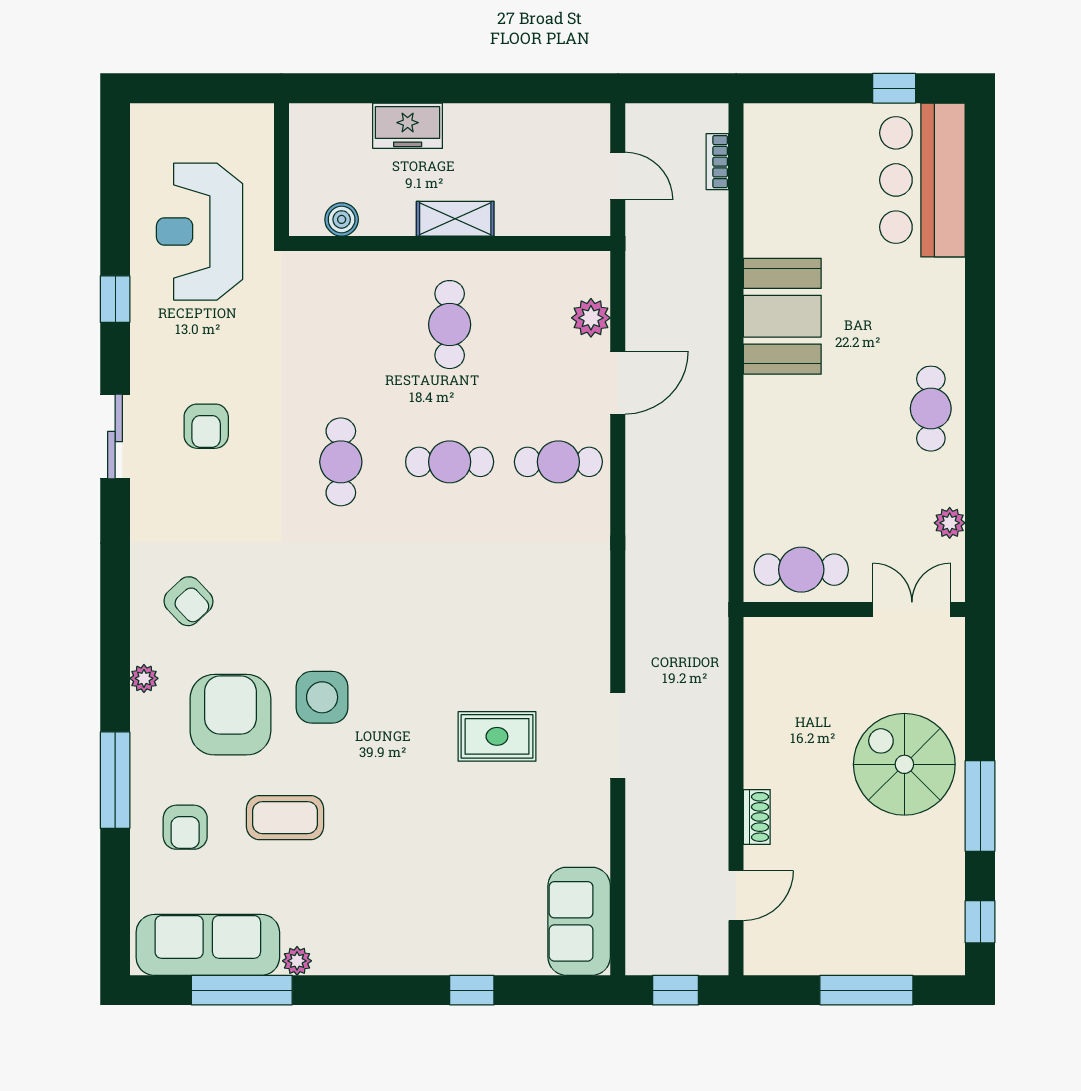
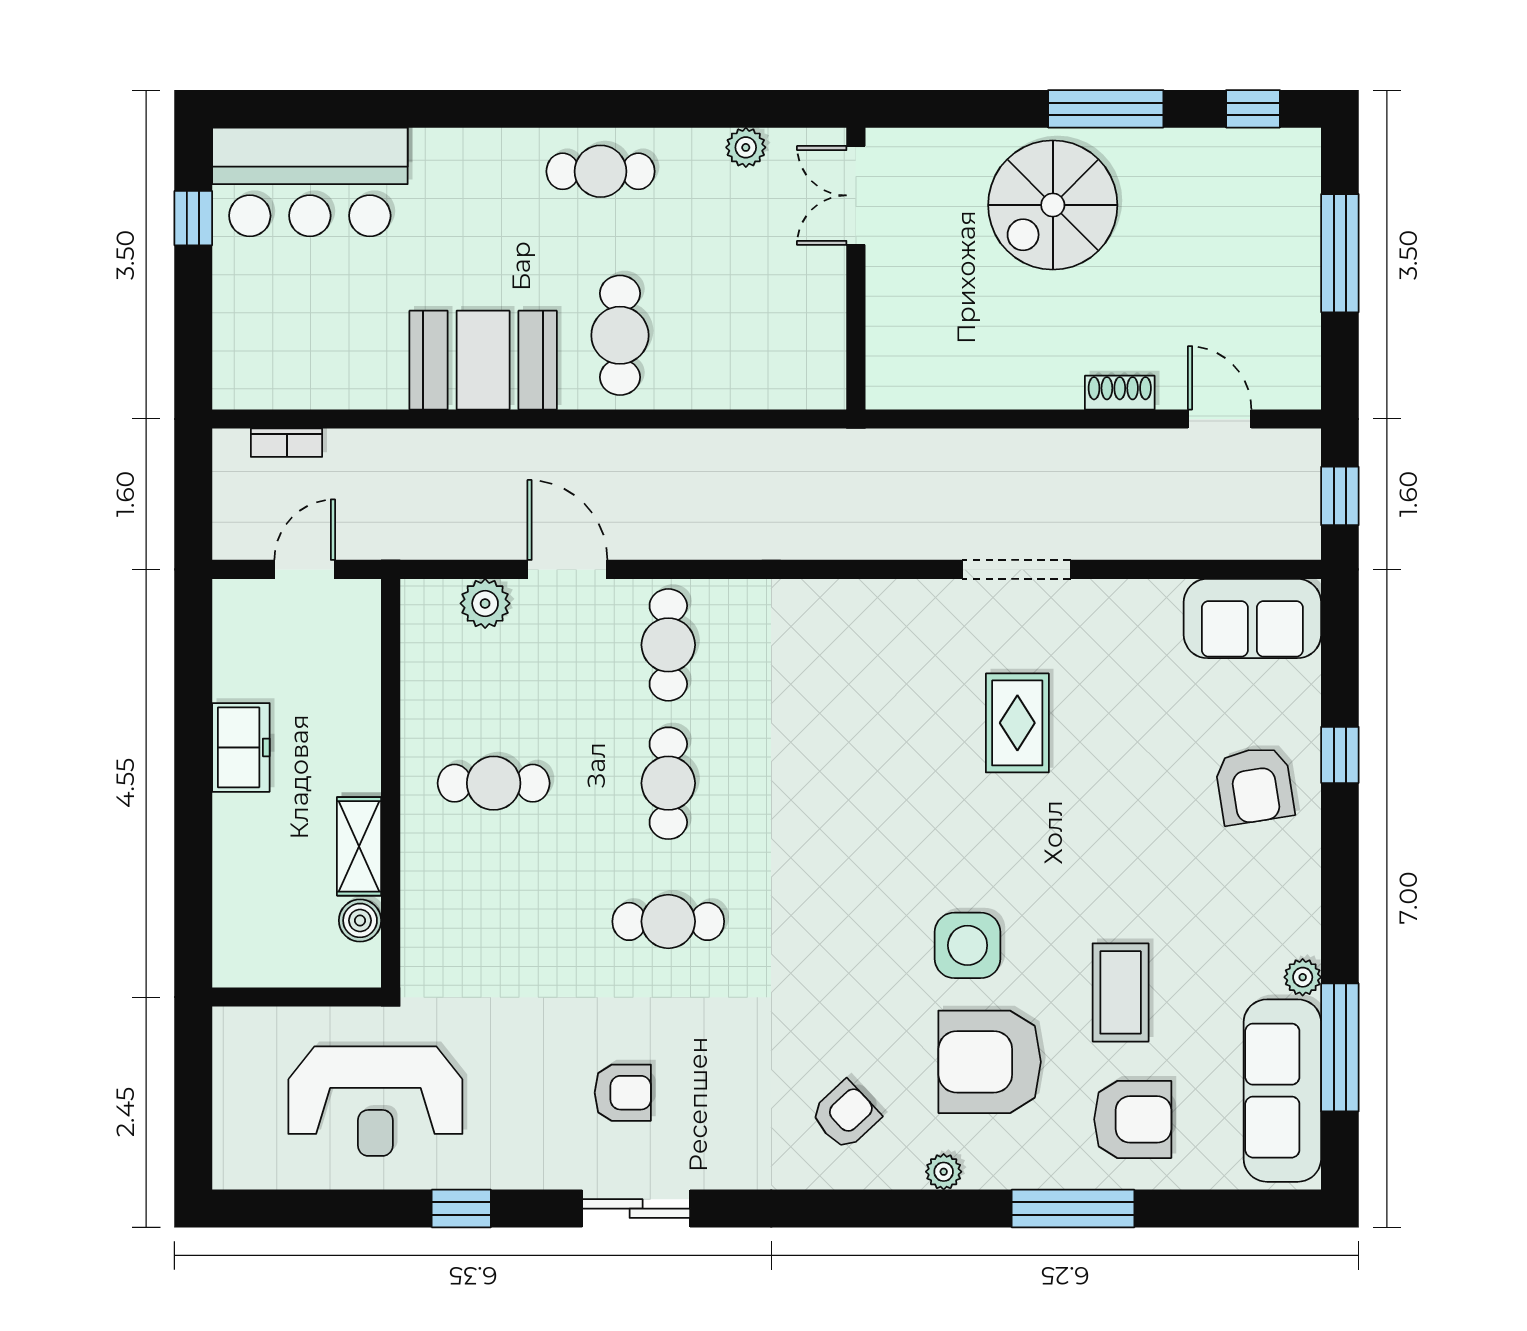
freezer: (408, 126) -> (241, 747), moved
shelving: (455, 219) -> (359, 846), moved
cafe table: (801, 570) -> (620, 335), moved
armchair: (185, 827) -> (1133, 1119), width x1.38, depth x1.38
armchair: (448, 923) -> (1254, 785), added

